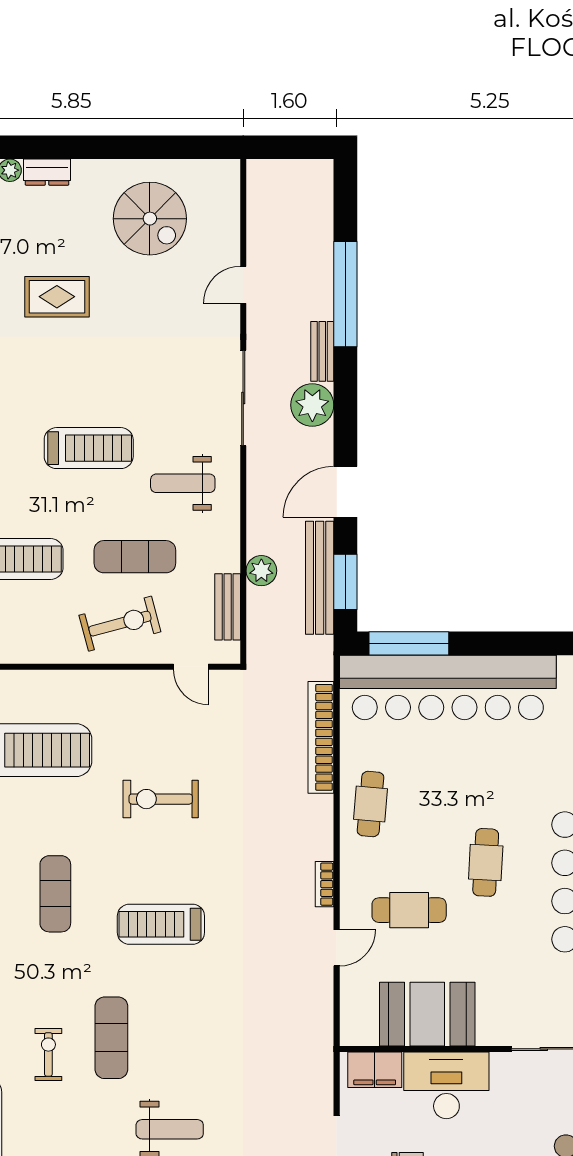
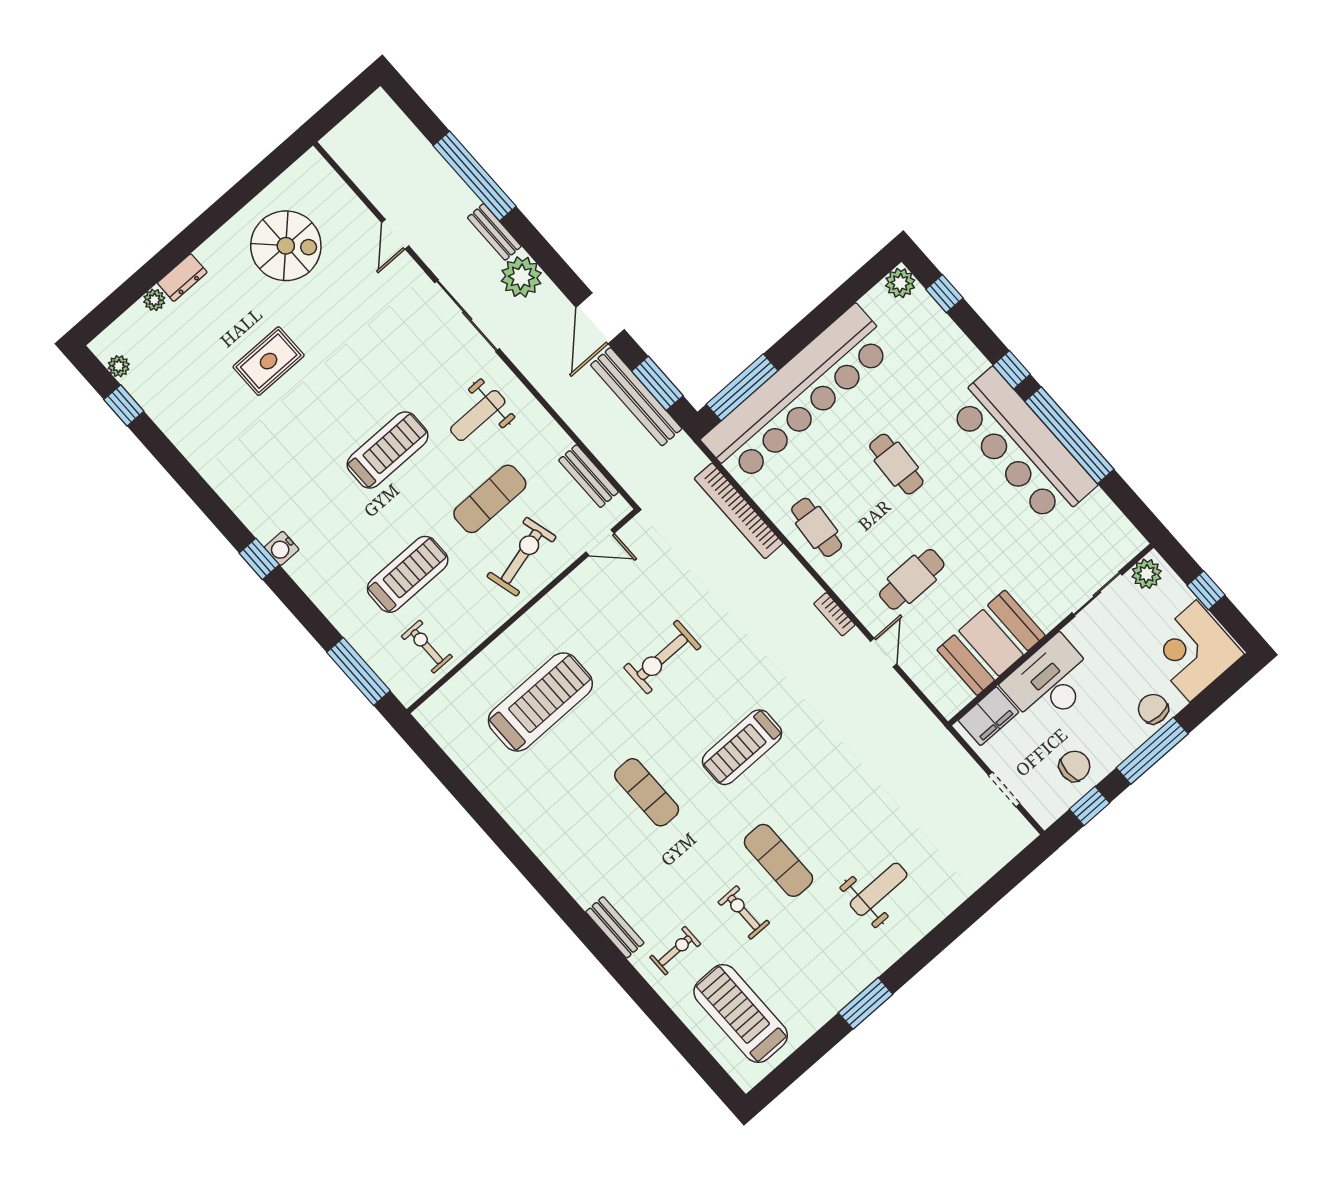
plant: (261, 571) -> (590, 429), removed
cafe table: (486, 862) -> (896, 464), moved

